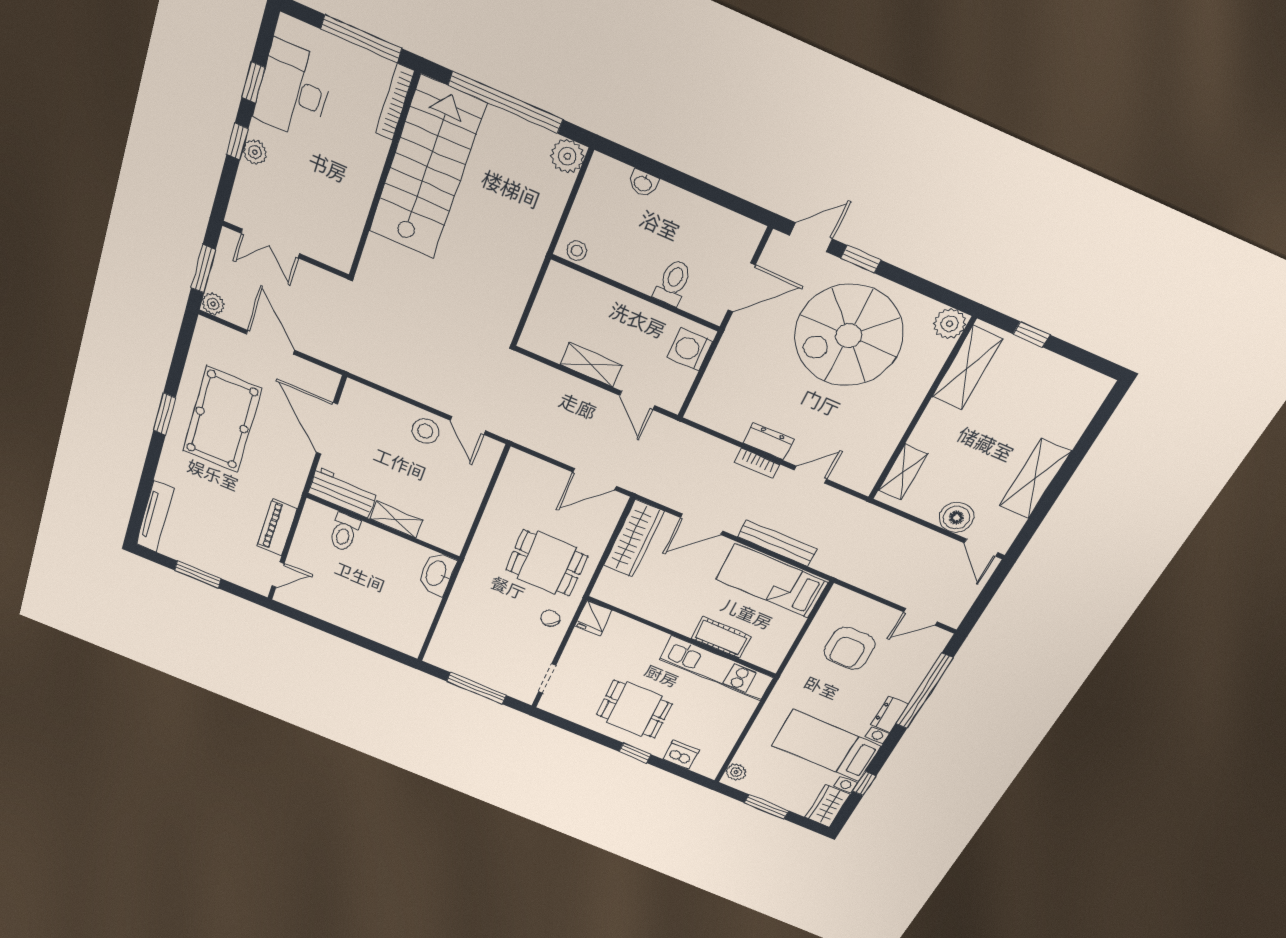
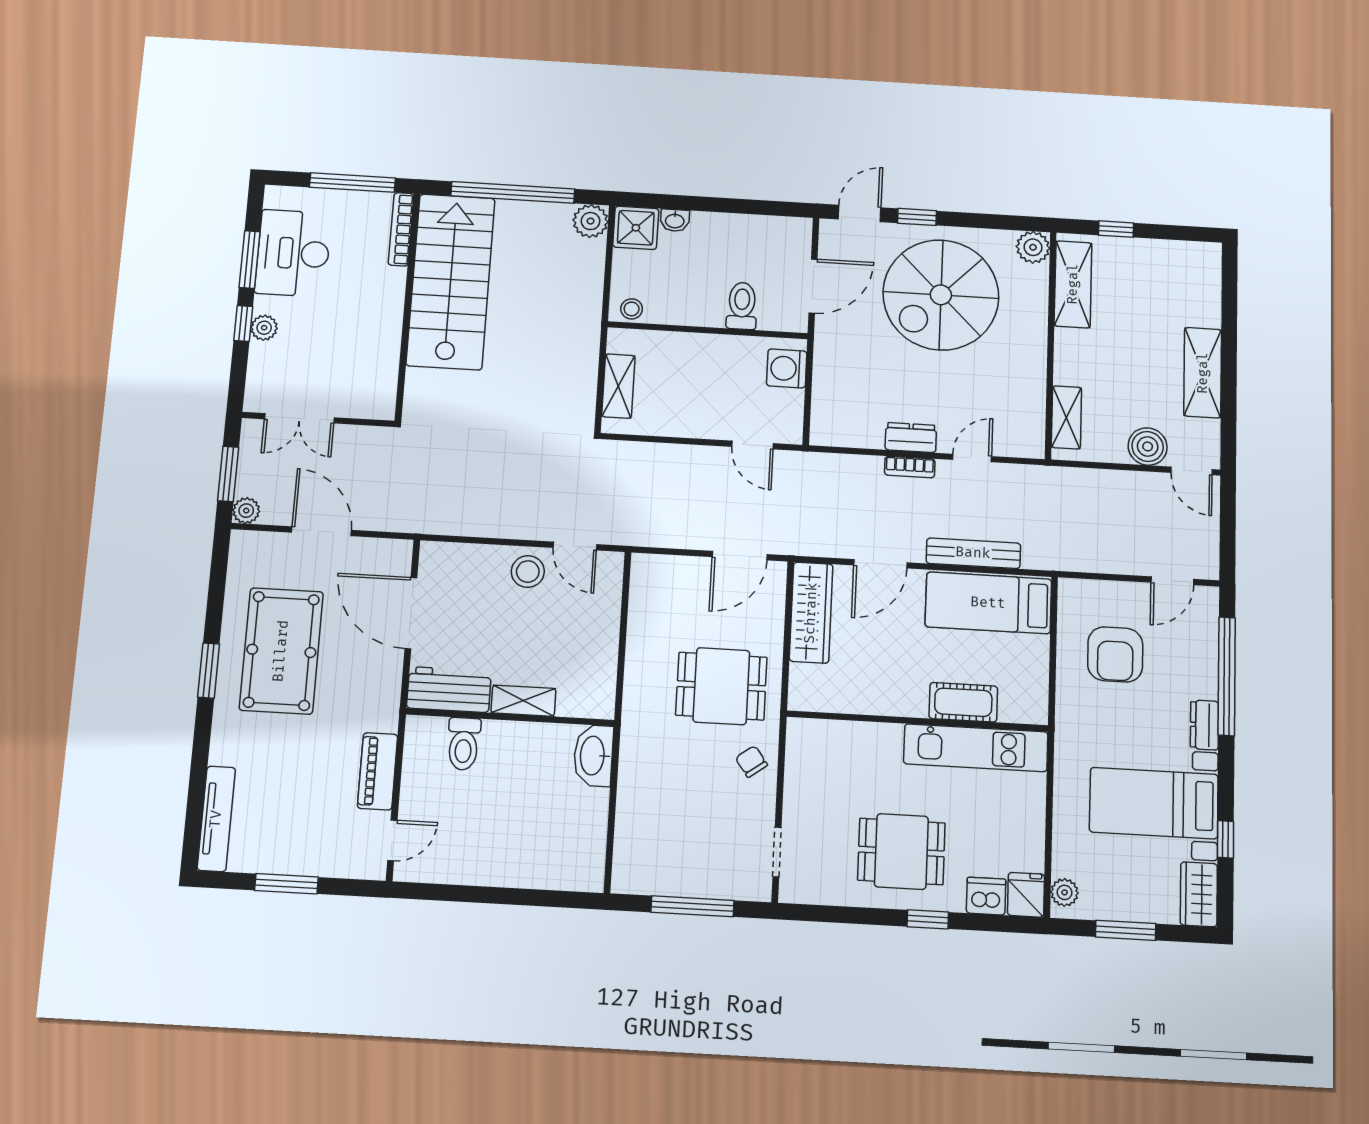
window: (253, 82) -> (250, 260), width x1.50
shower: (606, 178) -> (636, 228), added
shelving: (591, 365) -> (618, 386), moved, turned 90
fridge: (594, 618) -> (1026, 895), moved, turned 180

